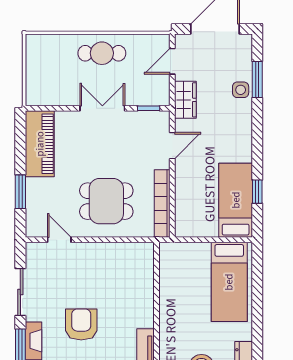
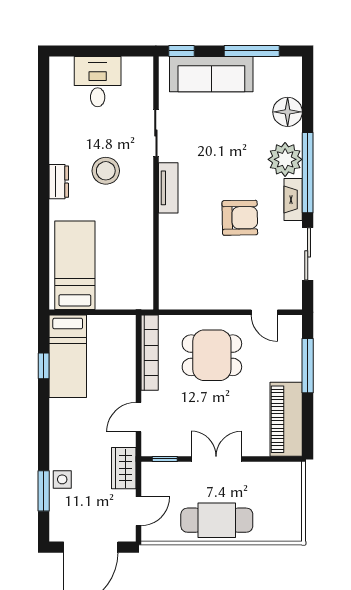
cafe table: (102, 53) -> (217, 520), width x1.37, depth x1.35
double door: (102, 108) -> (216, 459), swing flipped
window: (20, 192) -> (308, 366), width x1.44
armchair: (81, 324) -> (240, 218), turned -91

